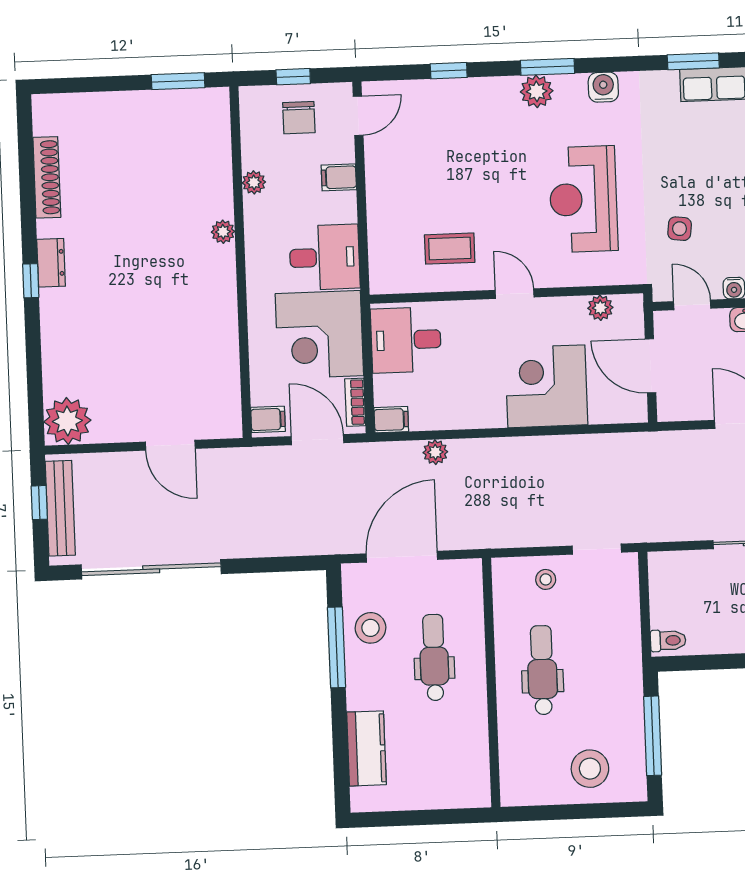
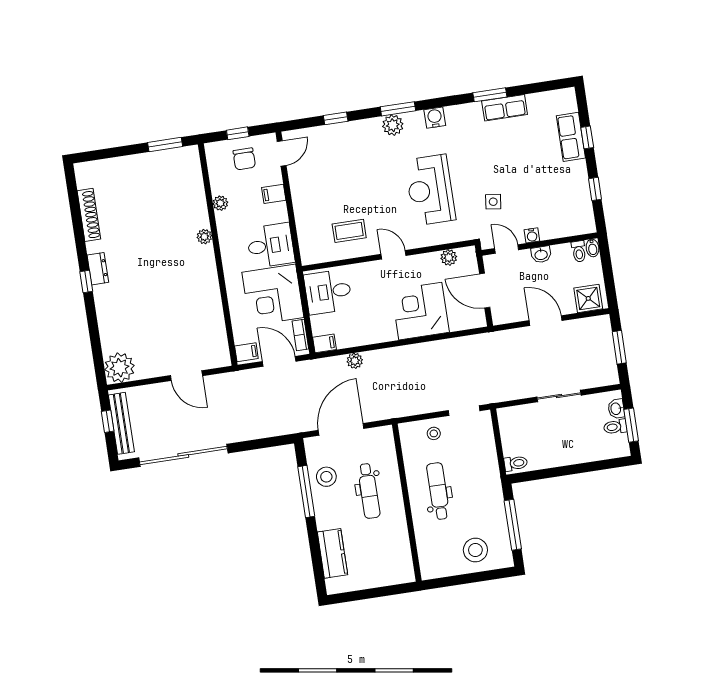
dental chair: (434, 658) -> (369, 491), turned 180

